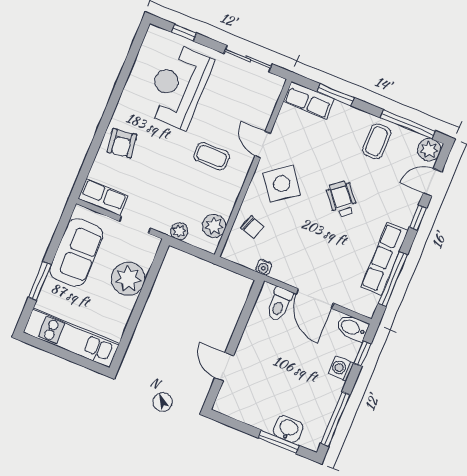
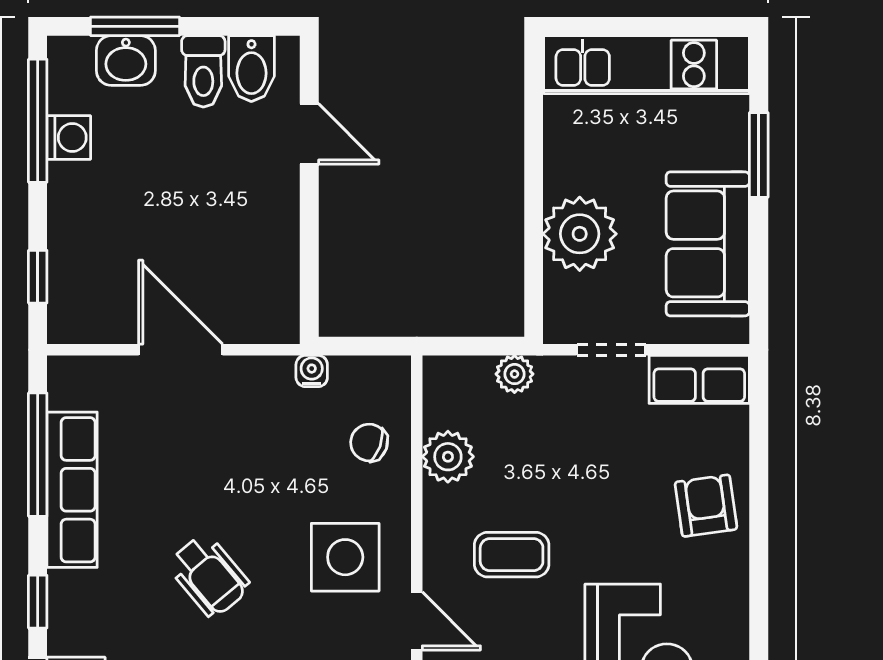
side table: (282, 184) -> (345, 557), turned 36
plant: (214, 226) -> (448, 457), moved
toilet: (279, 304) -> (203, 71), moved, turned 180
bidet: (352, 328) -> (251, 69), moved, turned 90
washing machine: (341, 368) -> (69, 137), moved

